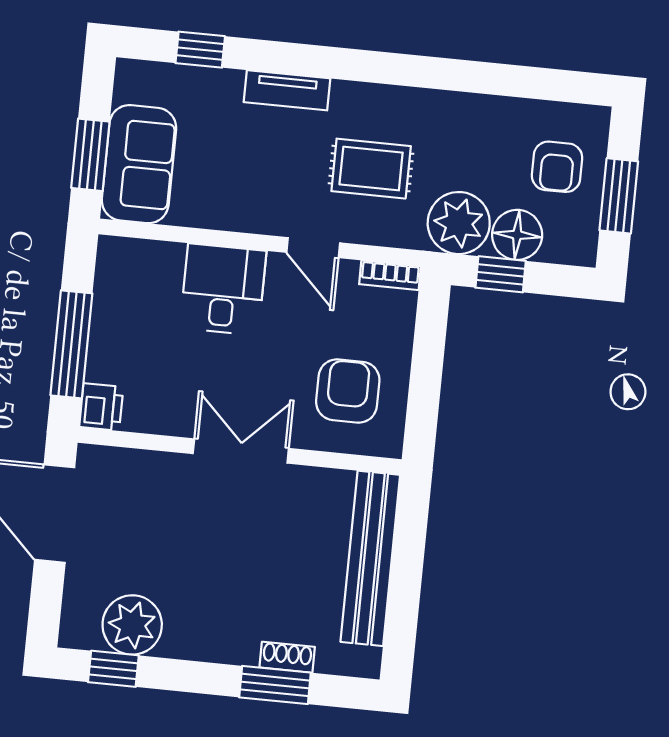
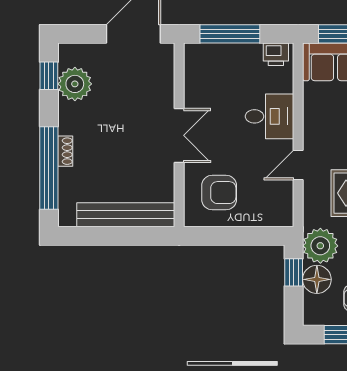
bookcase: (390, 275) -> (287, 210), removed
printer: (101, 407) -> (276, 54), moved
shoe rack: (287, 657) -> (65, 151), moved
window: (275, 685) -> (49, 168), width x2.11

